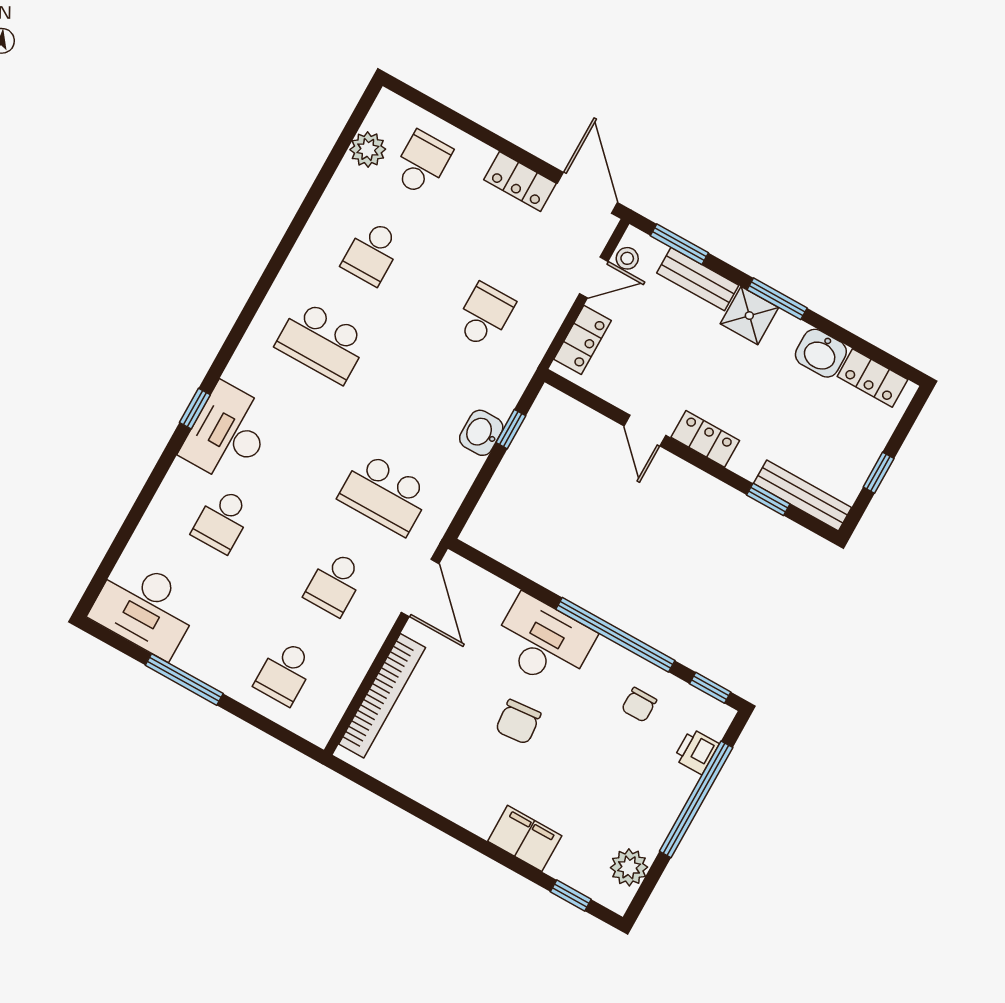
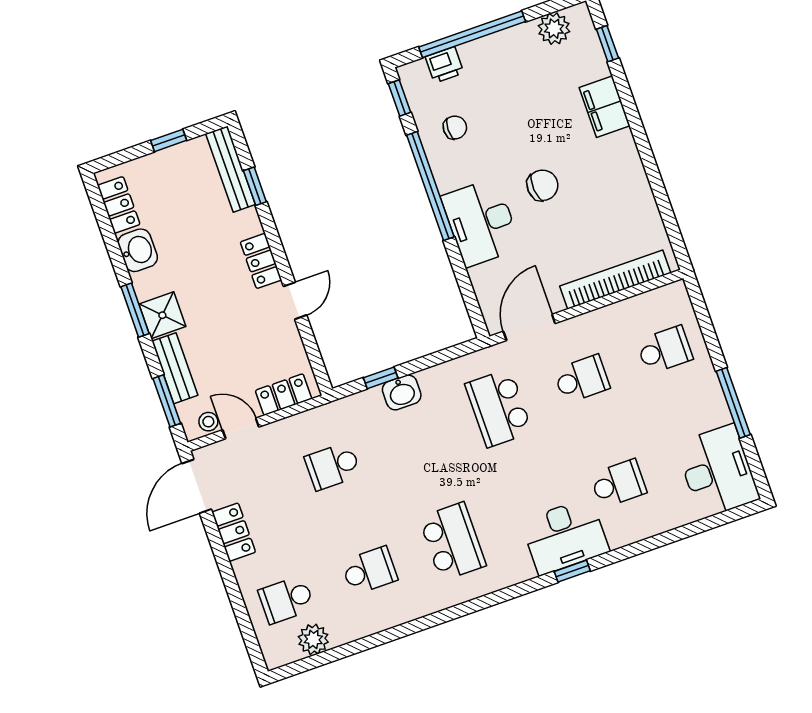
school desk: (385, 494) -> (499, 408), turned 180

